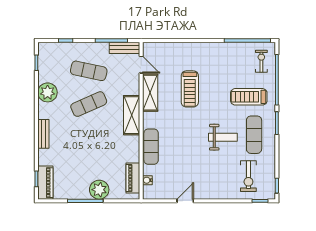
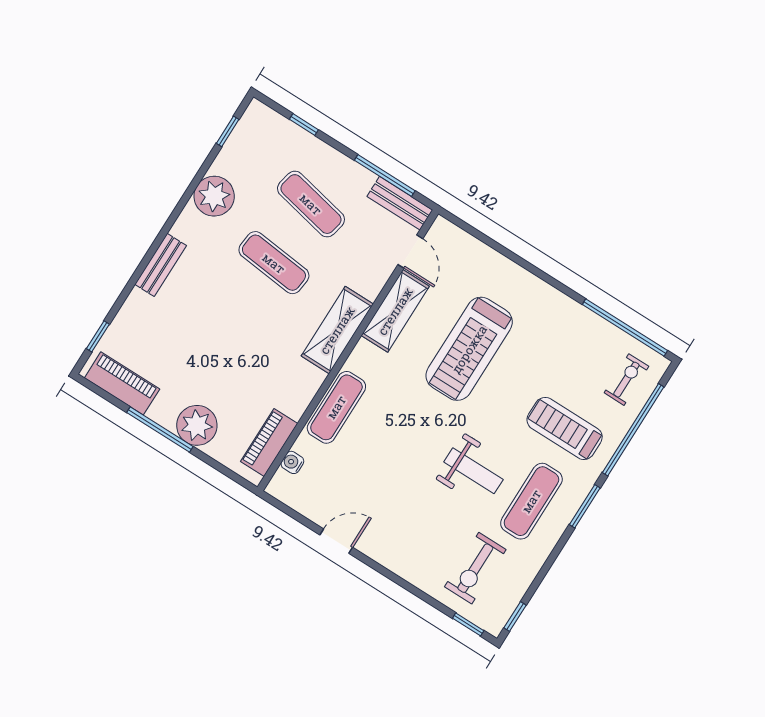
treadmill: (190, 89) -> (469, 349), width x1.37, depth x1.38
exercise mat: (89, 104) -> (274, 263), turned 30
piano: (45, 183) -> (122, 383), moved, turned -90

